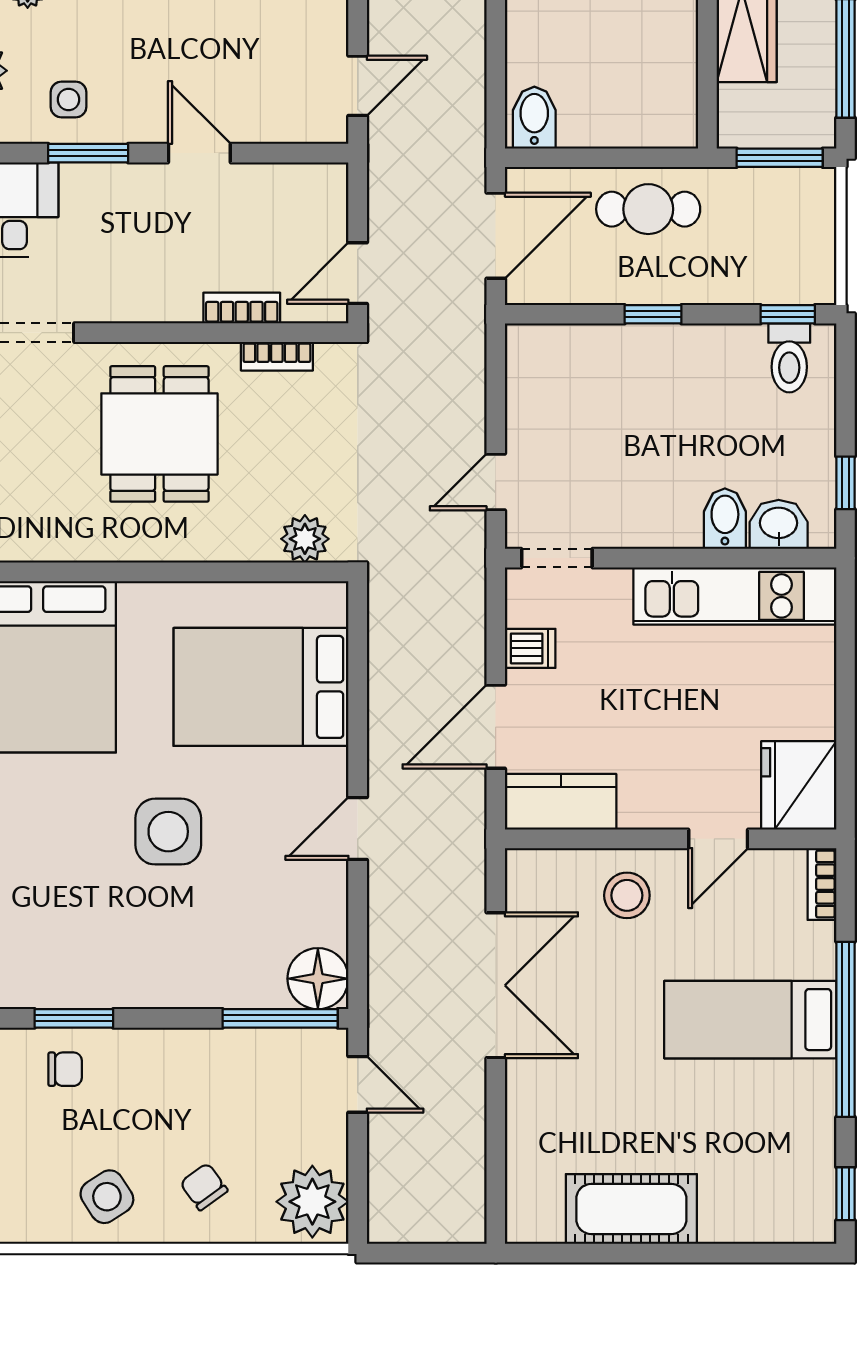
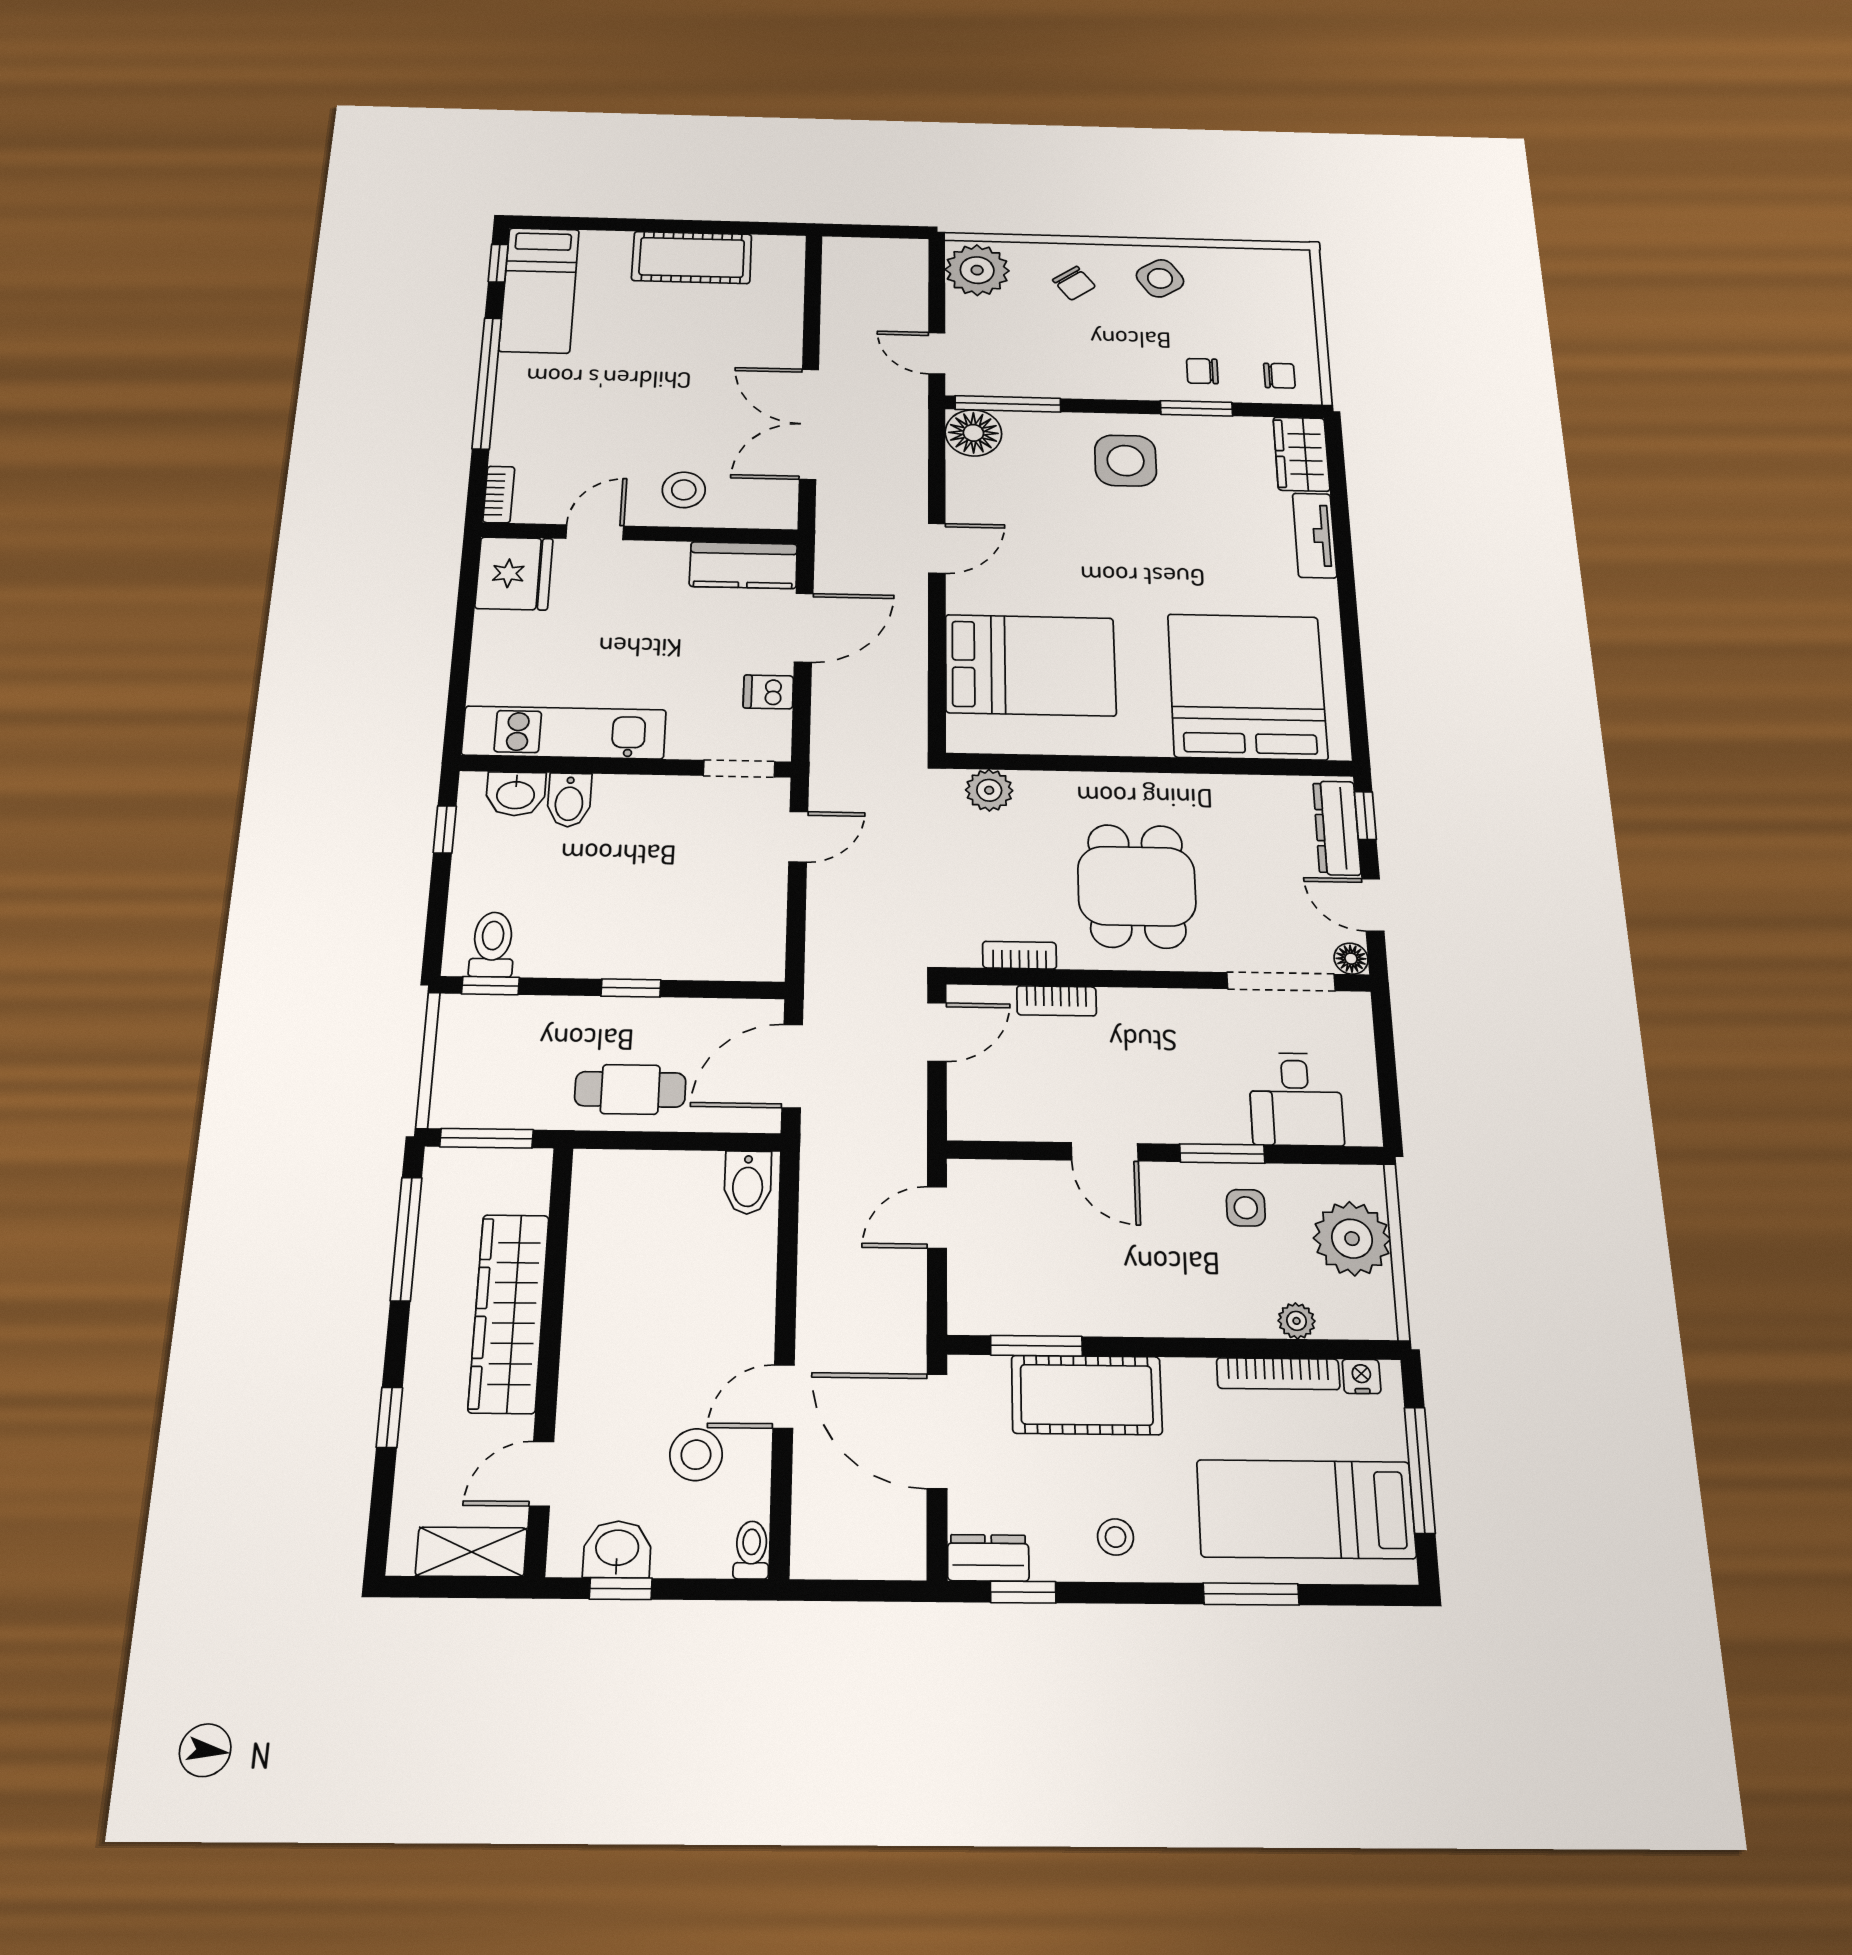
side table: (168, 832) -> (1126, 461), moved
bed: (750, 1020) -> (539, 290), moved, turned 90

